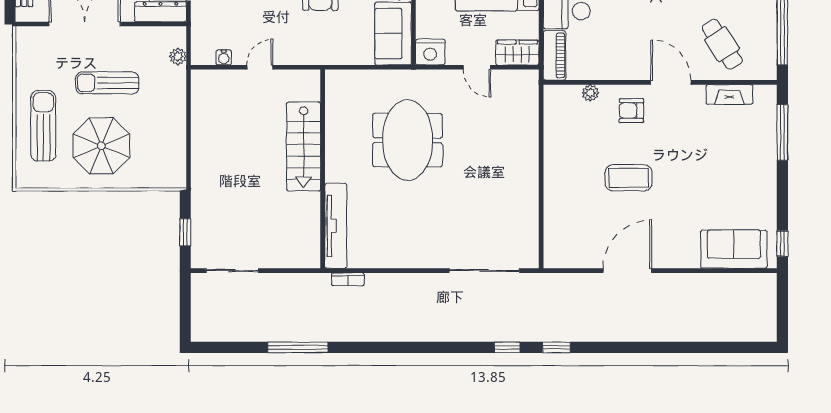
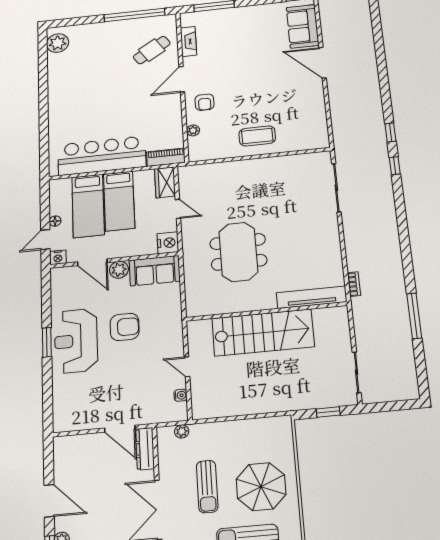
door: (477, 67) -> (178, 209), hinge flipped
meeting table: (408, 140) -> (238, 252), turned 90
stairs: (304, 146) -> (263, 333), width x1.36, depth x1.51
coffee table: (629, 178) -> (257, 136), moved, turned 90
door: (627, 271) -> (323, 63), moved

